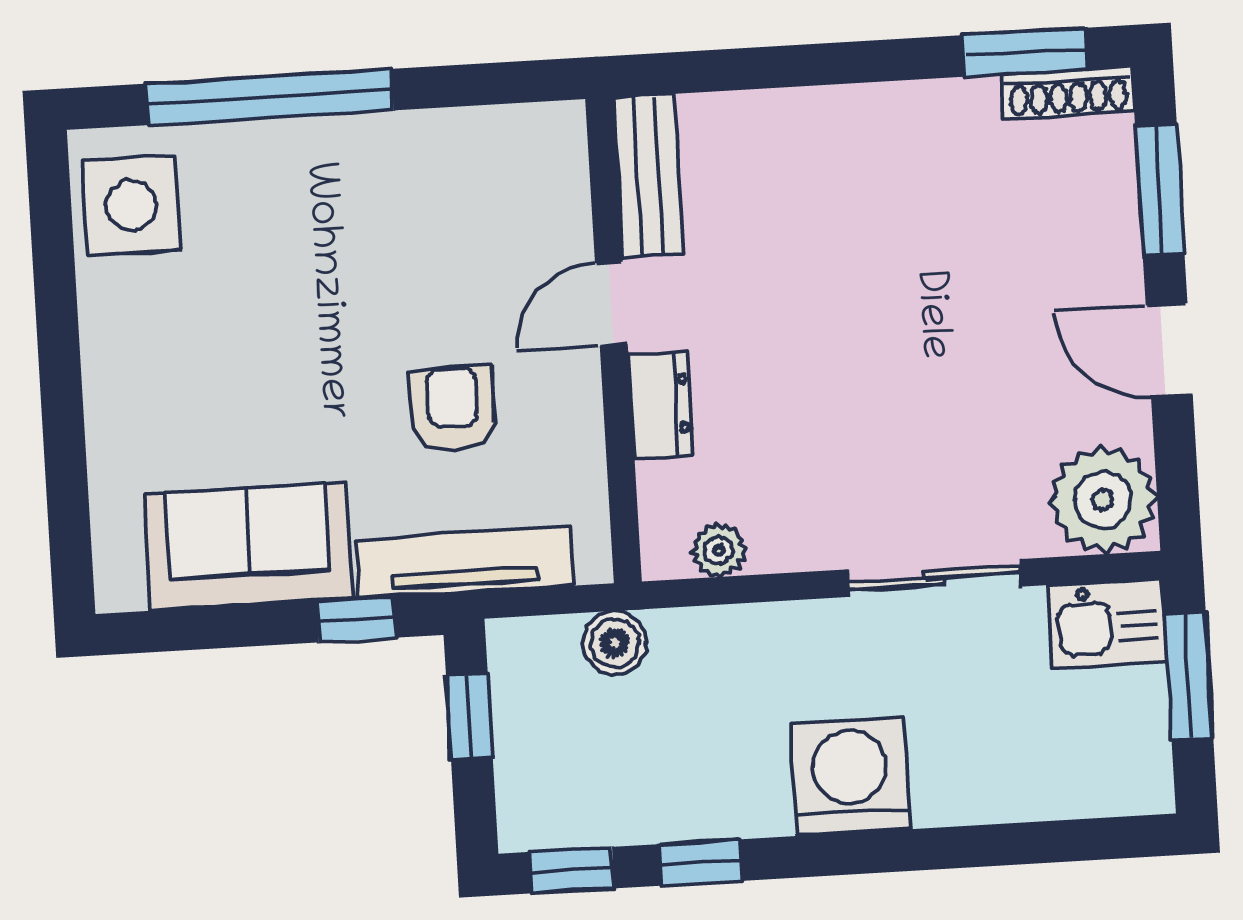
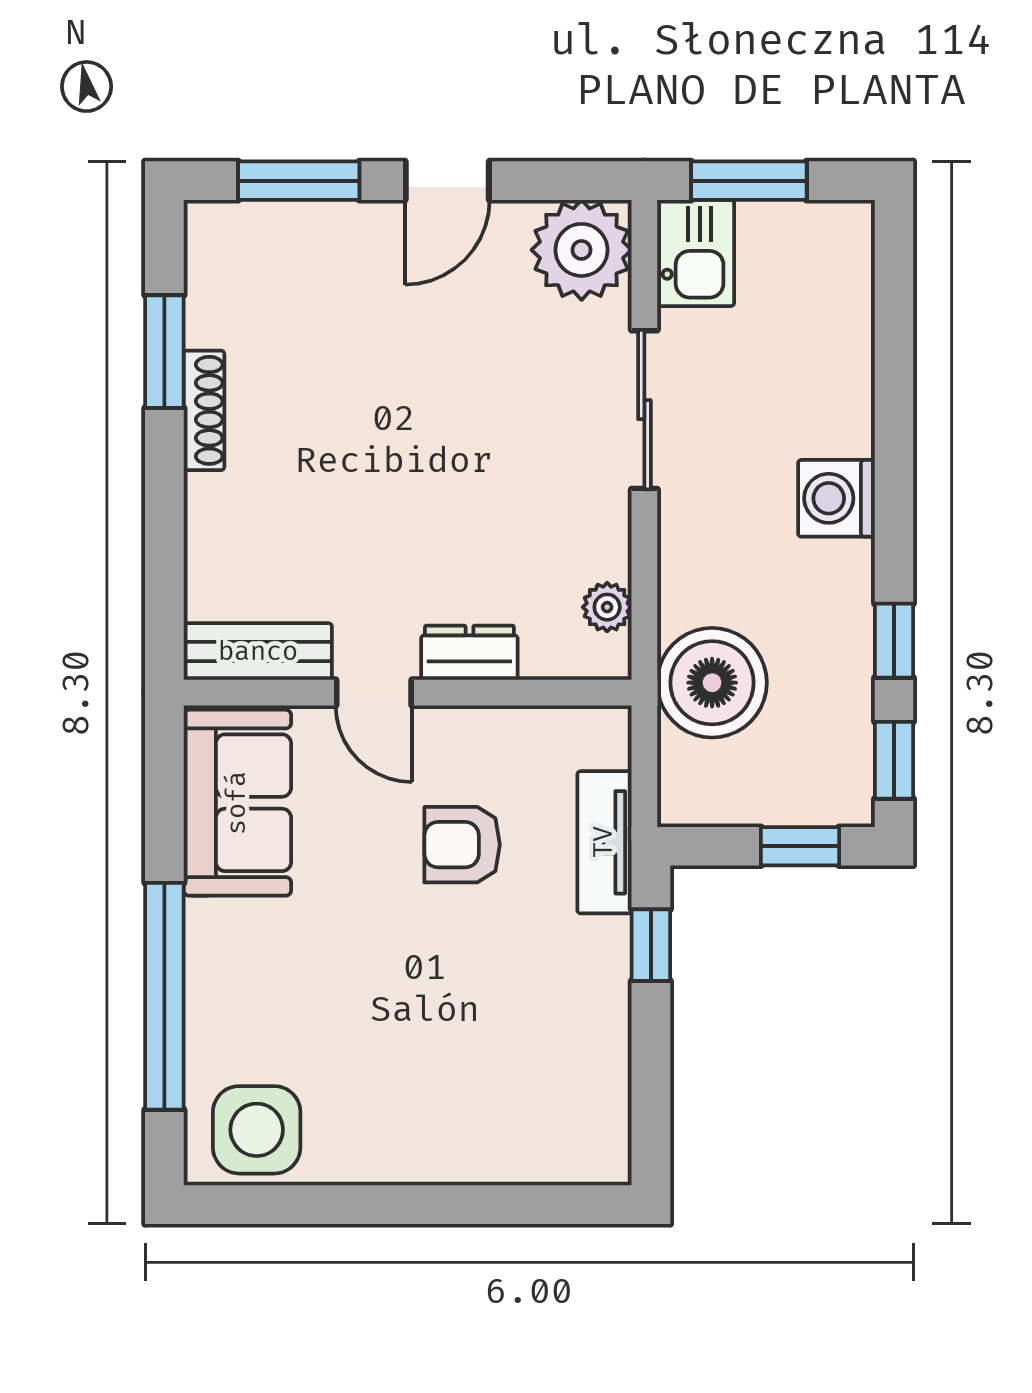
window: (1025, 52) -> (164, 352), moved
shoe rack: (1068, 92) -> (204, 410), moved
sofa: (248, 547) -> (237, 803), moved, turned 180
tv unit: (464, 563) -> (604, 842), width x0.71
boiler: (615, 643) -> (712, 683), width x1.86, depth x1.86
window: (469, 716) -> (800, 846), moved
washing machine: (850, 776) -> (836, 498), width x0.73, depth x0.73

